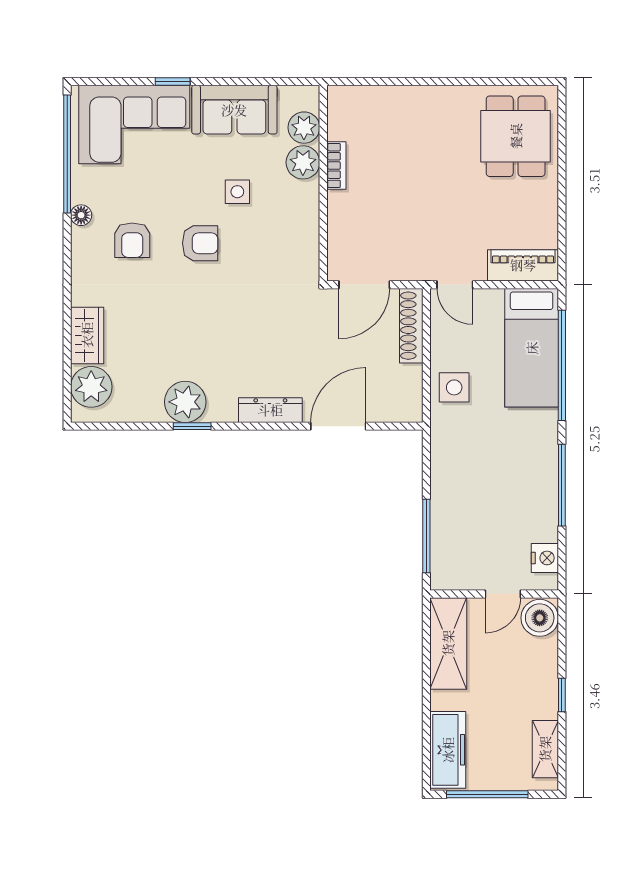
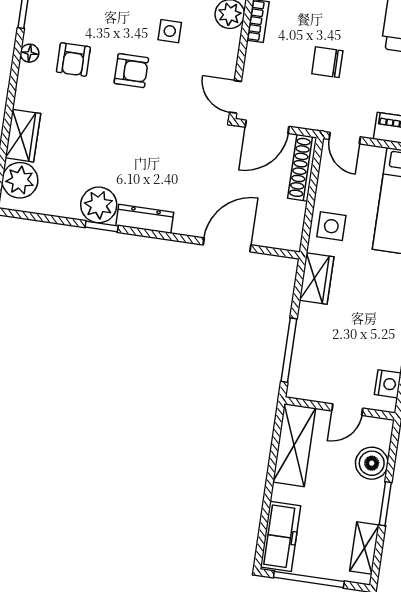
chair: (422, 201) -> (327, 62), added
floor lamp: (81, 215) -> (30, 53), moved
door: (323, 256) -> (235, 97), added
dresser: (270, 410) -> (145, 219), moved
wardrobe: (446, 450) -> (317, 279), added
boiler: (540, 618) -> (372, 463), moved
window: (562, 695) -> (385, 504), width x1.50

